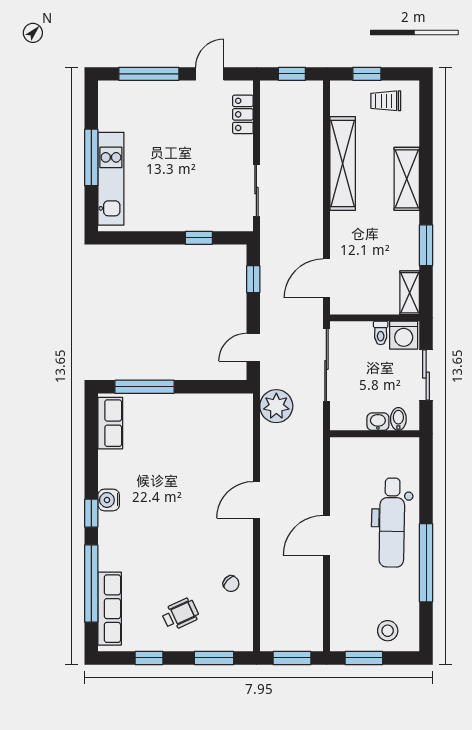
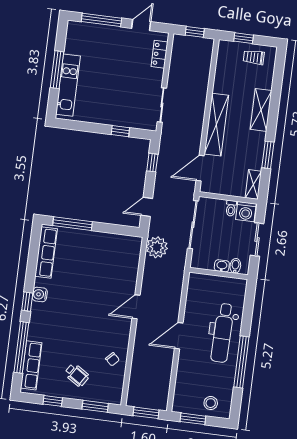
shelving: (343, 164) -> (216, 125), moved
row of seats: (110, 423) -> (46, 253), width x1.48
wheelchair: (180, 614) -> (77, 375), turned 58

